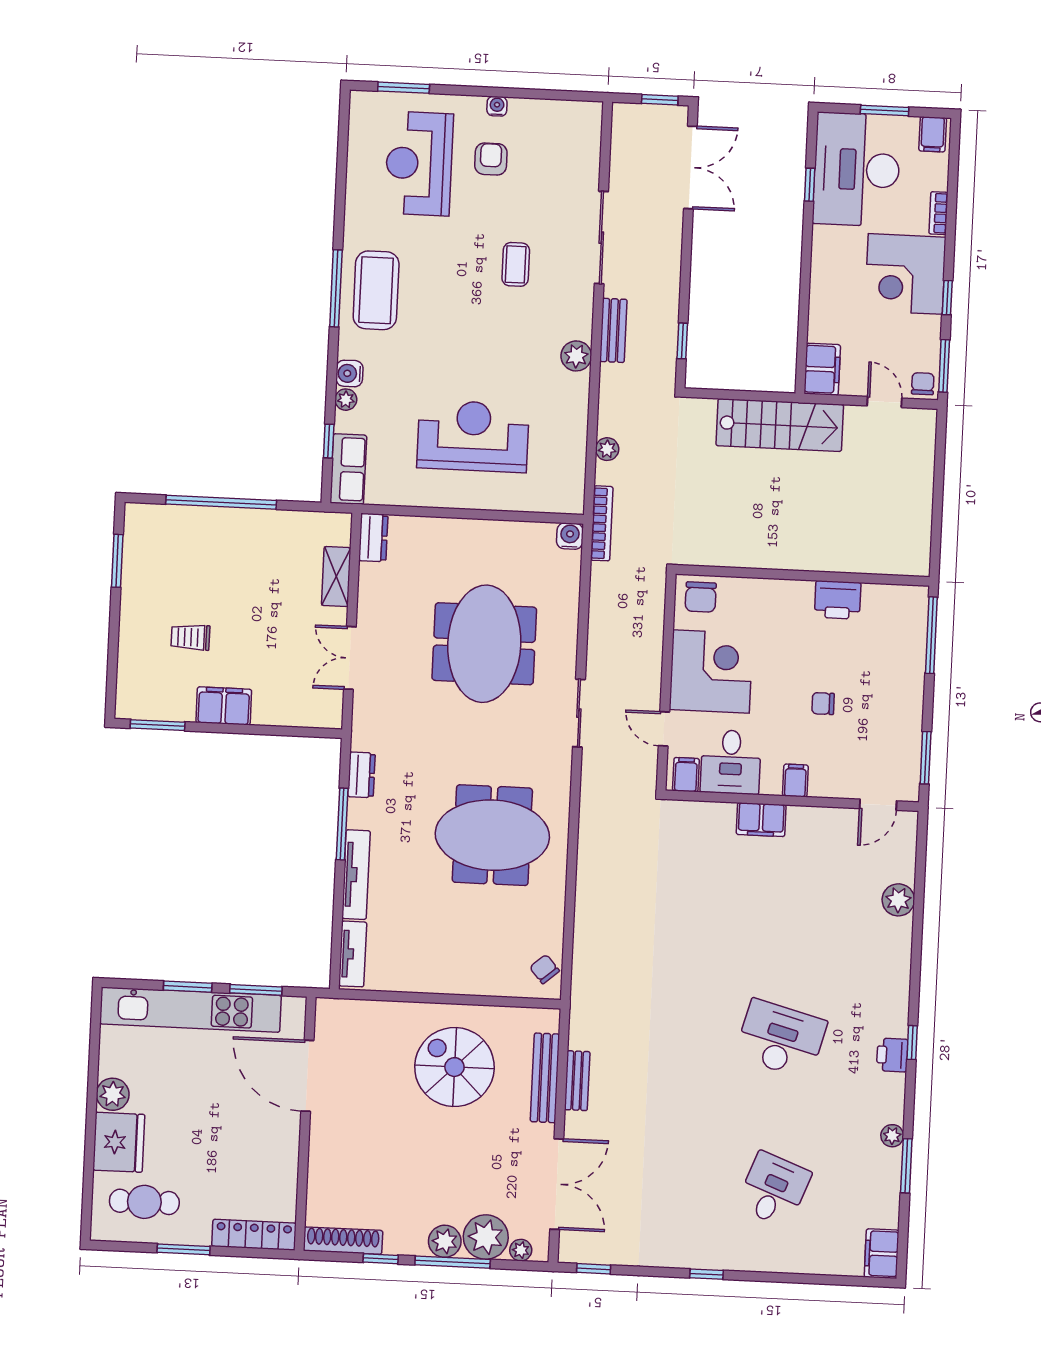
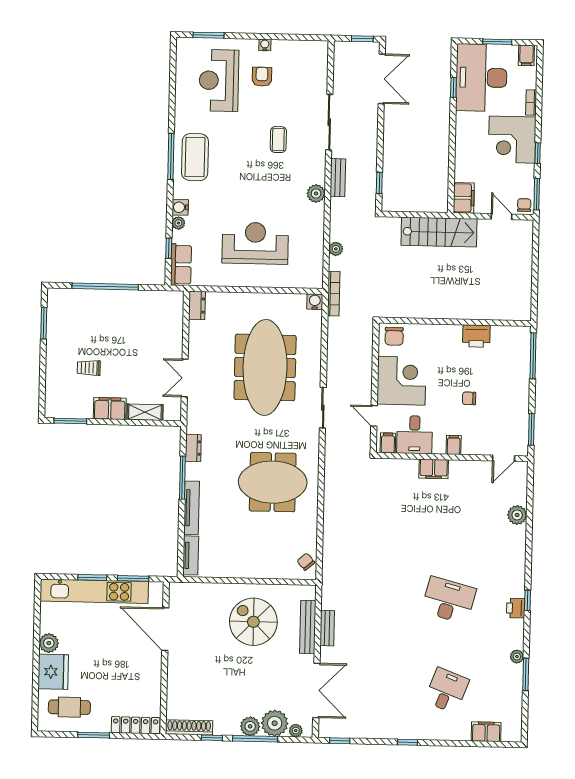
shelving: (336, 577) -> (145, 412), moved, turned 90
meeting table: (484, 644) -> (265, 367), width x1.36
filing cabinet: (882, 1254) -> (486, 732), moved, turned 90

